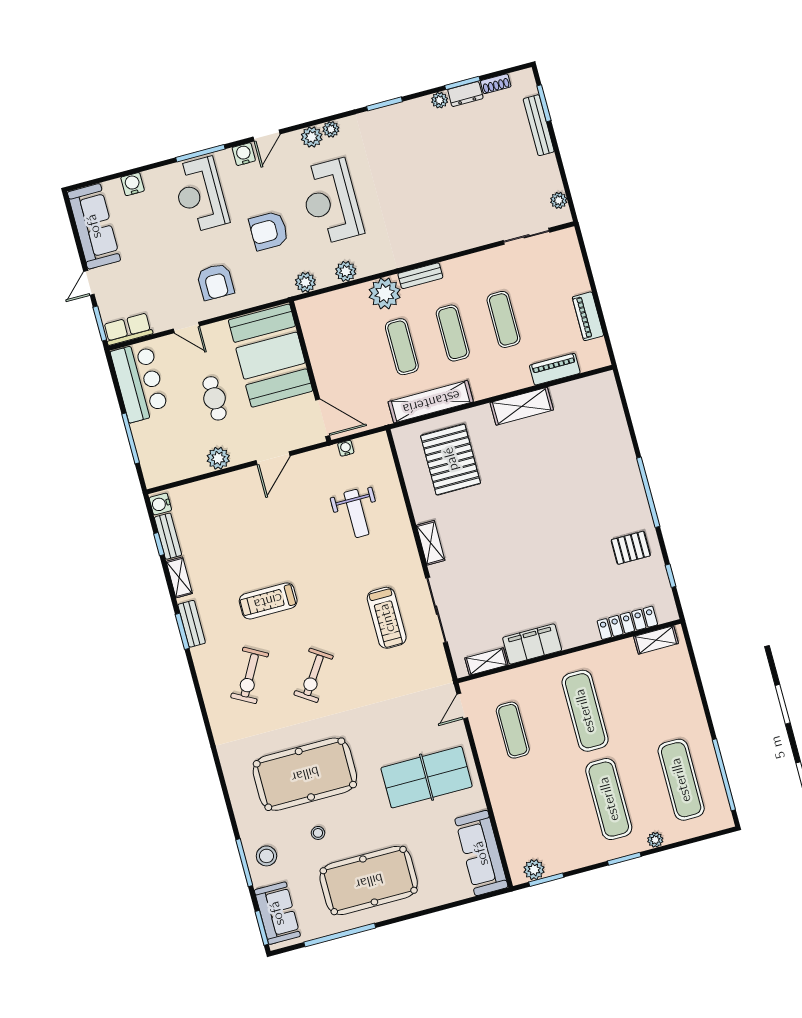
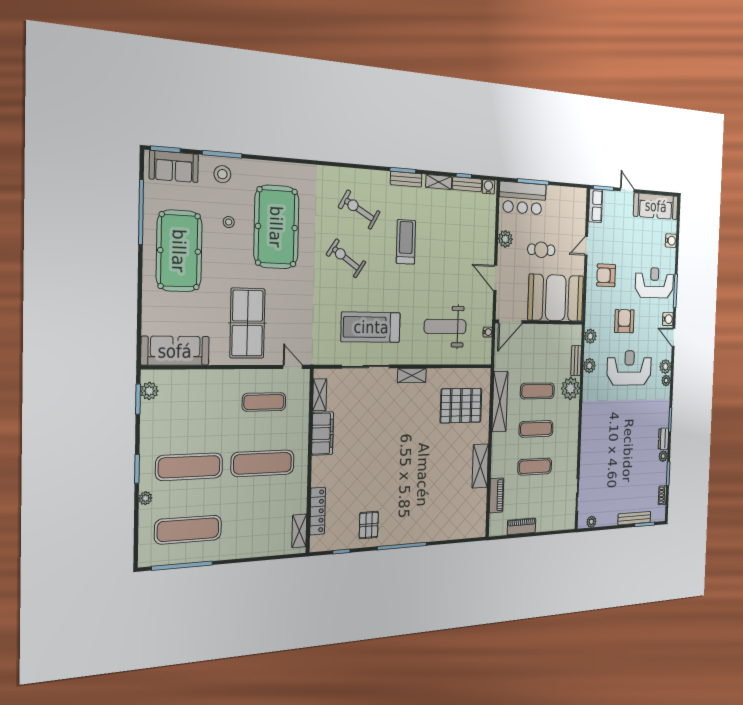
dresser: (465, 94) -> (663, 439), moved
bench: (420, 276) -> (576, 361), moved
bar counter: (139, 382) -> (523, 198), moved
weight bench: (356, 513) -> (445, 327), width x1.36, depth x1.33
treadmill: (387, 618) -> (371, 327), width x1.37, depth x1.38

